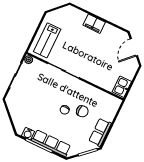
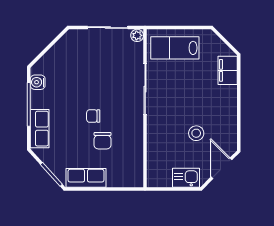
filing cabinet: (94, 24) -> (228, 70), moved
door: (134, 47) -> (222, 168), hinge flipped
stool: (105, 52) -> (196, 133), added
kitchen sink: (122, 87) -> (186, 178), moved
row of seats: (51, 143) -> (40, 129), width x0.68

